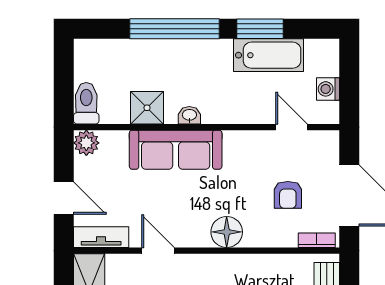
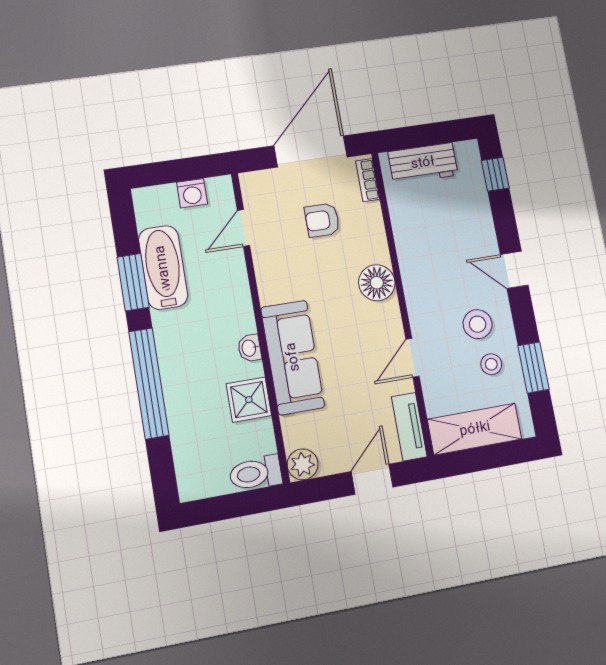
armchair: (288, 195) -> (322, 220), turned 180

